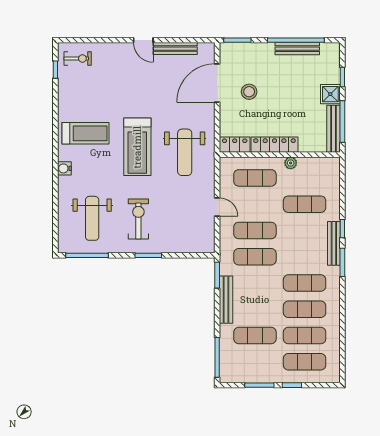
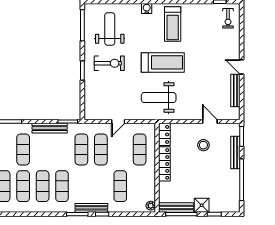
door: (143, 40) -> (242, 67), hinge flipped
bench: (297, 49) -> (235, 152), moved
door: (217, 83) -> (210, 122), width x0.53
treadmill: (137, 147) -> (163, 62), turned 180
plant: (291, 163) -> (151, 206), moved
weight bench: (92, 218) -> (110, 29), turned 90

